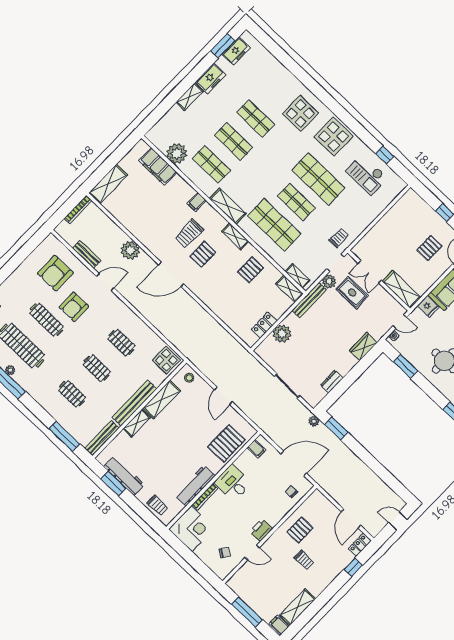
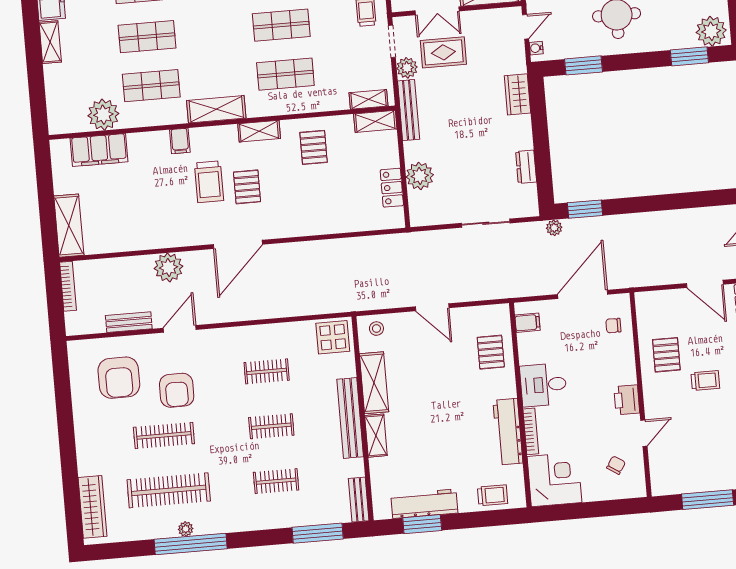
shop shelf: (274, 225) -> (285, 74), width x0.70, depth x0.74
bench: (102, 438) -> (359, 500), width x0.73
pallet: (226, 443) -> (491, 352), width x0.67, depth x0.71

